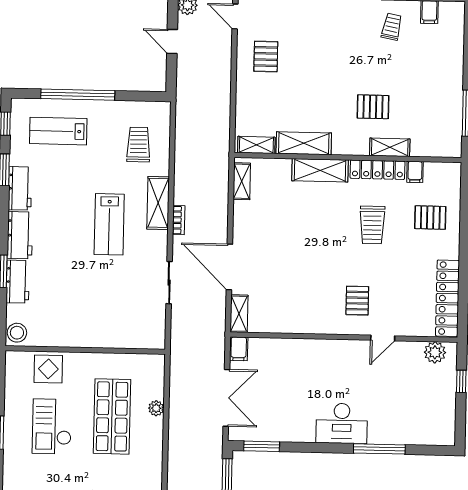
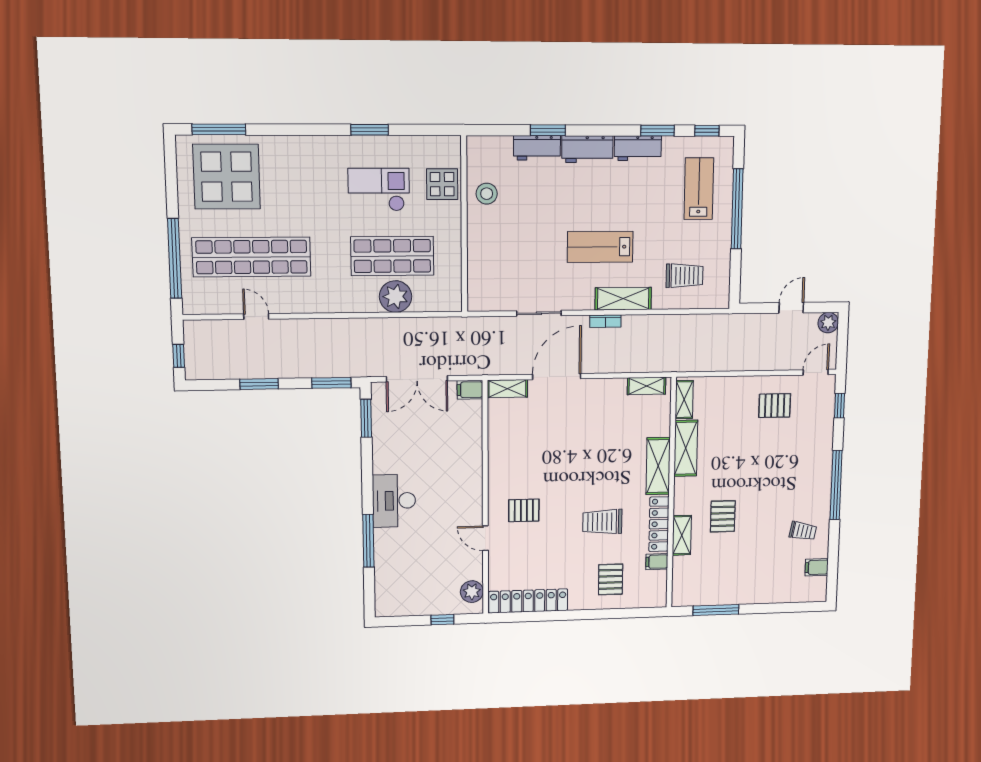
stool: (17, 333) -> (487, 194), moved
plant: (156, 408) -> (395, 297), width x1.87, depth x1.87

